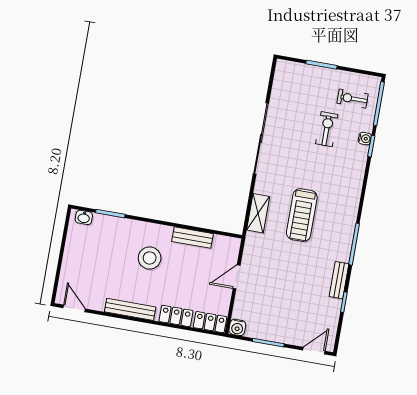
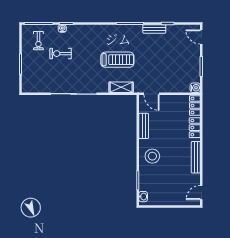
stool: (150, 258) -> (152, 156), moved
door: (237, 277) -> (152, 94), moved

